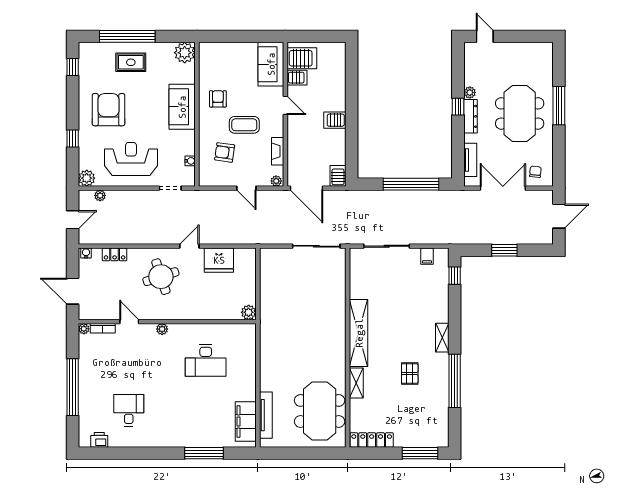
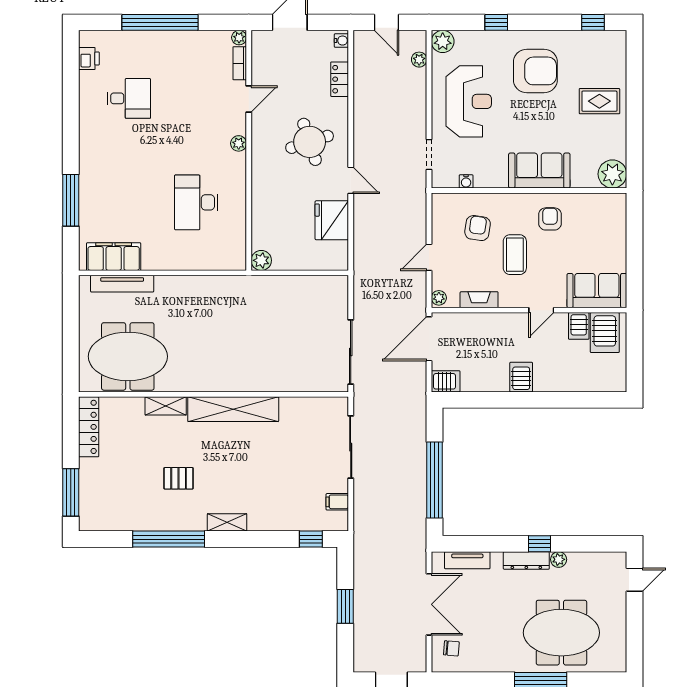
window: (127, 36) -> (634, 96), removed
rug: (131, 62) -> (599, 101), turned 90
armchair: (218, 99) -> (550, 219), turned -90
meeting table: (520, 113) -> (561, 633), moved

